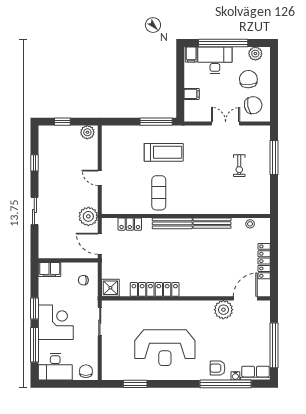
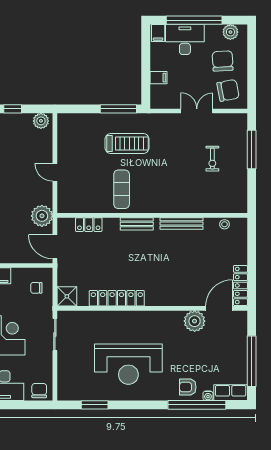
bench: (172, 223) -> (137, 224), width x0.73
locker: (264, 261) -> (240, 285), moved

